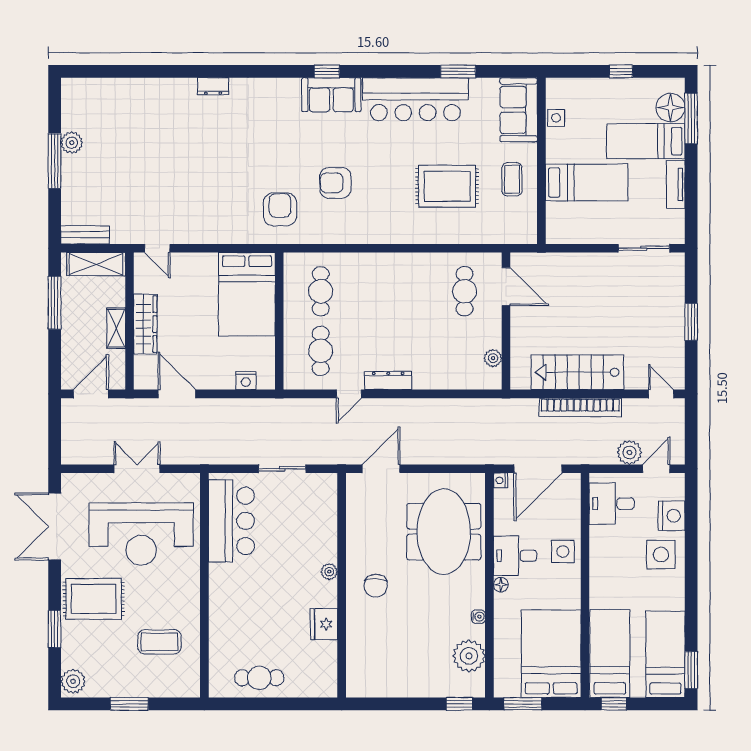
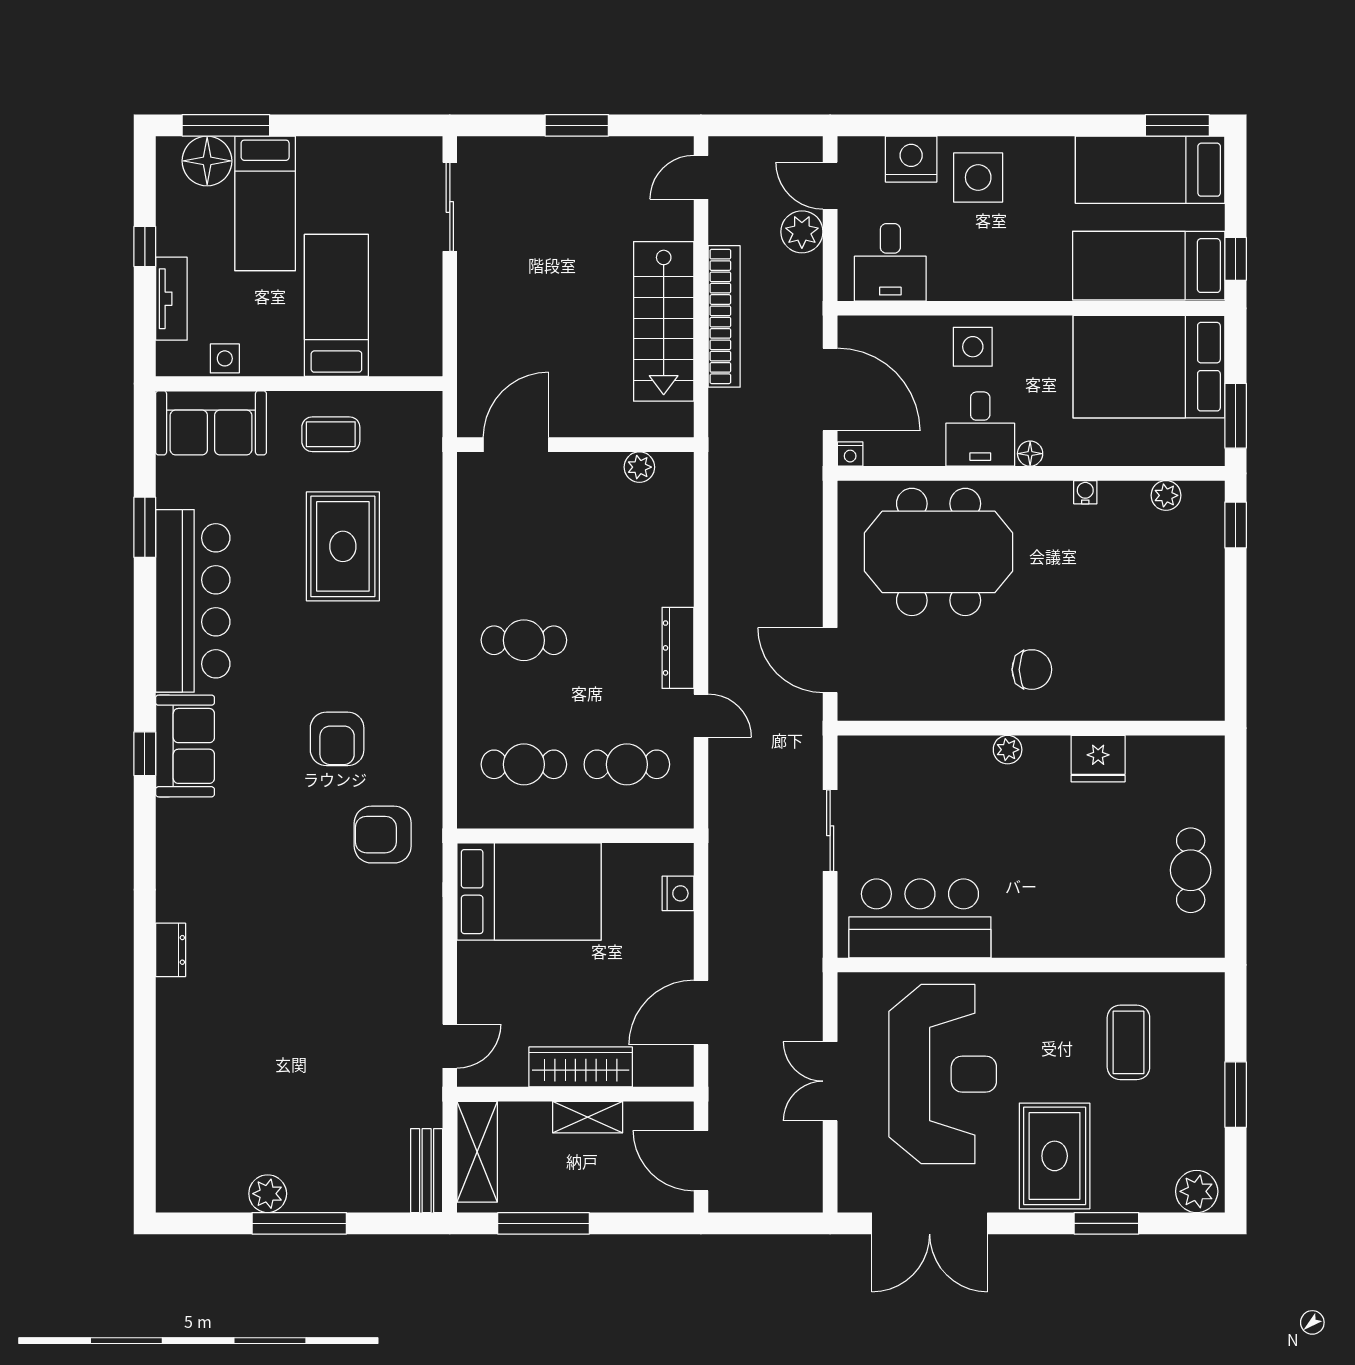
tv unit: (676, 184) -> (171, 299), moved, turned -90
cafe table: (465, 291) -> (524, 640), moved
plant: (469, 656) -> (1166, 495), width x0.53, depth x0.53

